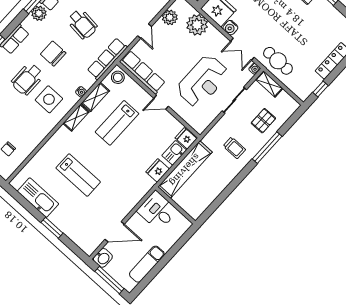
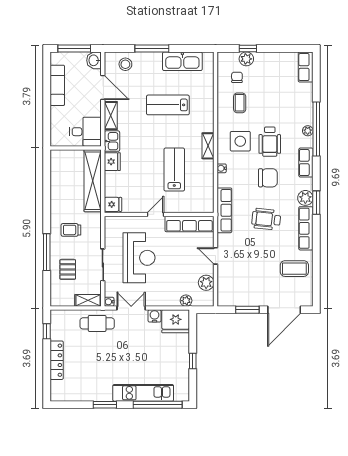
plant: (197, 25) -> (186, 301), width x0.53, depth x0.53
stool: (118, 77) -> (125, 64), moved
wheelchair: (27, 79) -> (270, 142), turned 180
reception desk: (203, 81) -> (139, 258), turned 180
shelving: (95, 97) -> (111, 116), moved
coffee table: (24, 128) -> (240, 103), added
kitchen sink: (174, 153) -> (112, 141), moved
window: (52, 228) -> (152, 48), width x1.44
door: (115, 232) -> (103, 88), swing flipped

